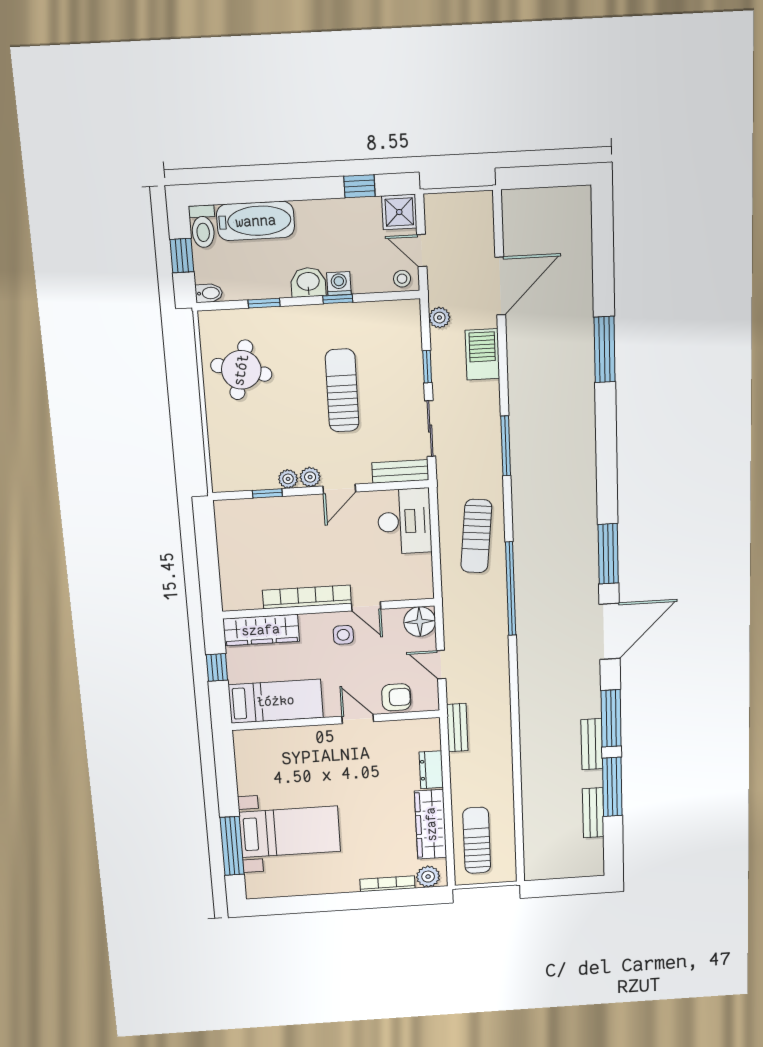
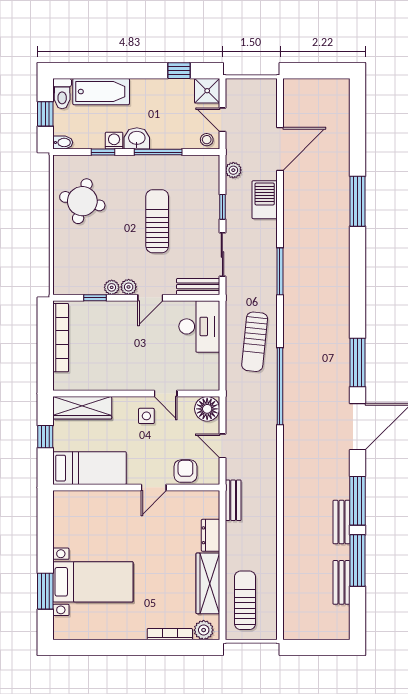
washing machine: (339, 284) -> (114, 141), moved
window: (338, 299) -> (158, 152), width x2.17
bookcase: (307, 597) -> (61, 338), moved, turned 90
armchair: (396, 697) -> (185, 471), turned -90
door: (358, 719) -> (154, 487), swing flipped
window: (232, 846) -> (45, 591), width x0.69

